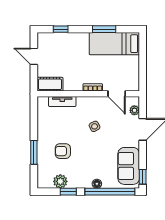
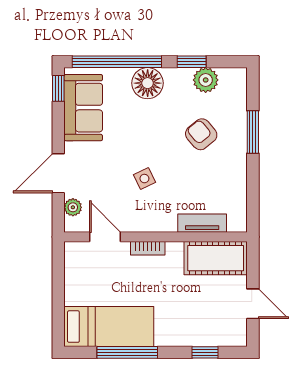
window: (104, 29) -> (127, 352), width x1.44
cot: (50, 84) -> (216, 258), width x1.37, depth x1.34
armchair: (63, 151) -> (201, 134), turned -130
floor lamp: (97, 184) -> (148, 83), width x1.89, depth x1.89

